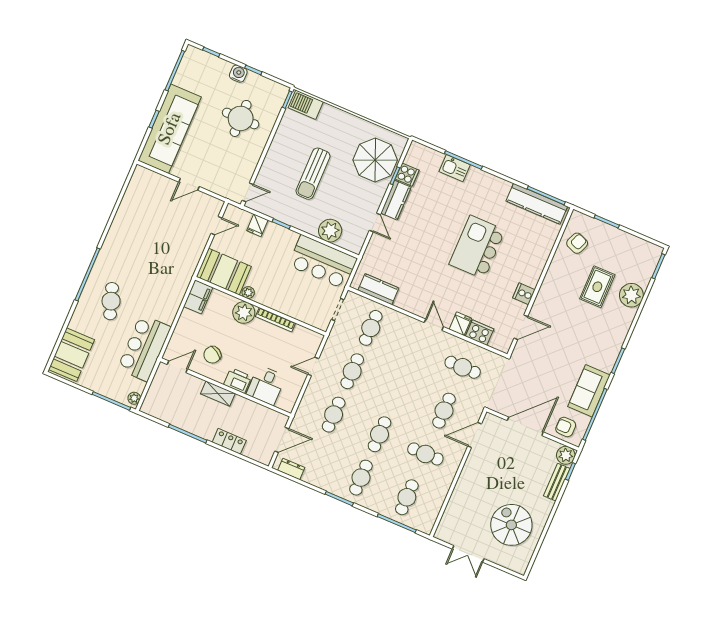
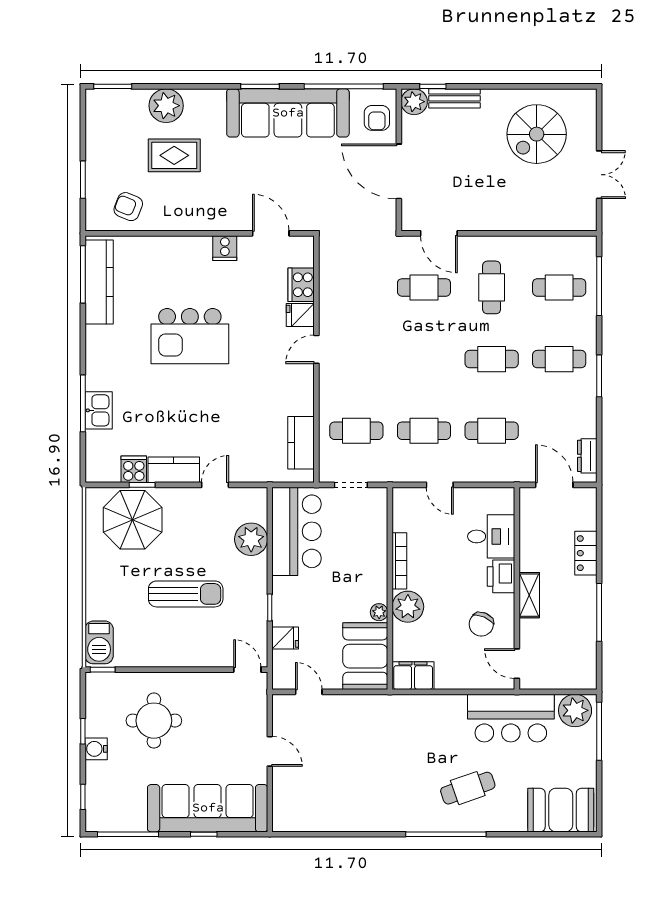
chair: (212, 355) -> (481, 624), turned 80
cafe table: (463, 367) -> (356, 287), removed
sofa: (589, 391) -> (288, 113), width x1.85, depth x1.27
plant: (134, 398) -> (575, 710), width x1.88, depth x1.88

